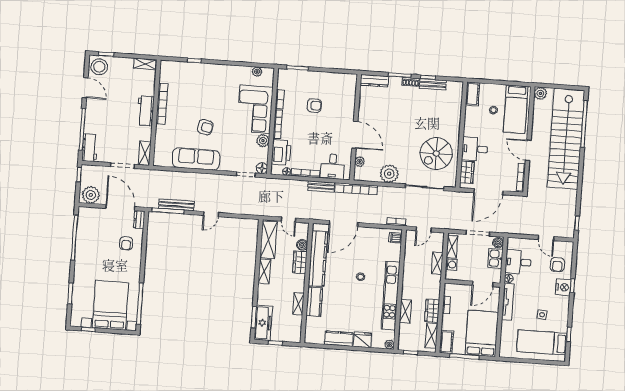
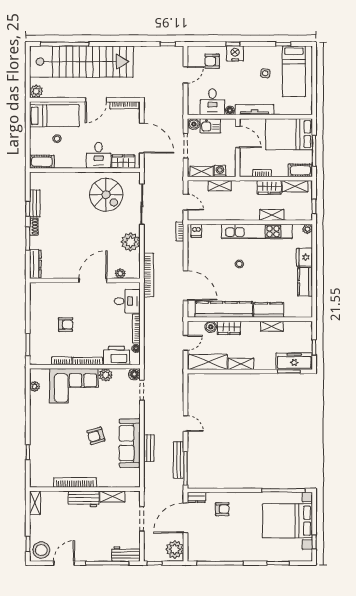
armchair: (314, 106) -> (66, 325), turned 90
armchair: (205, 127) -> (96, 436), turned -118
shelving: (145, 153) -> (112, 497), moved
bench: (321, 186) -> (149, 448), moved
armchair: (557, 265) -> (212, 61), turned 180

